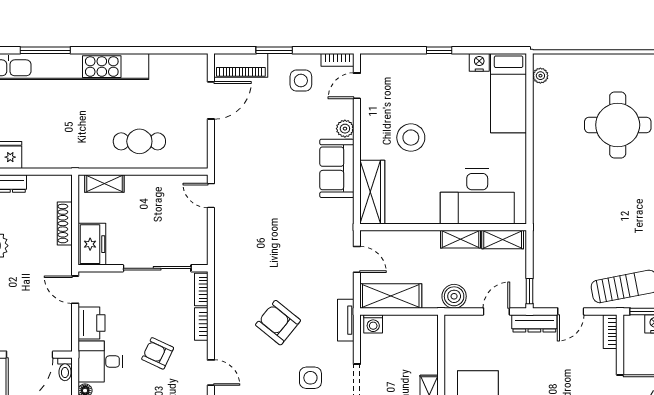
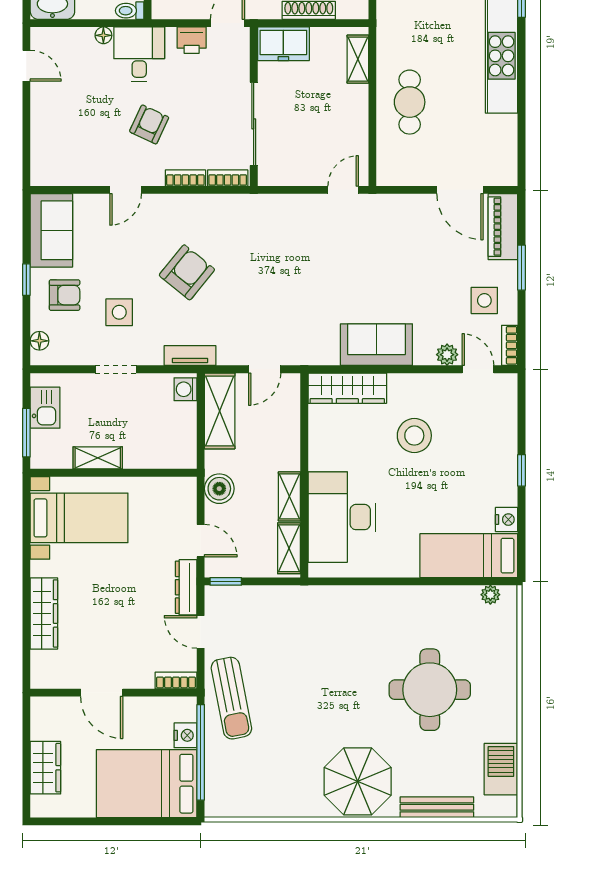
plant: (345, 129) -> (447, 355), moved
printer: (92, 323) -> (192, 40), width x0.73, depth x0.81

